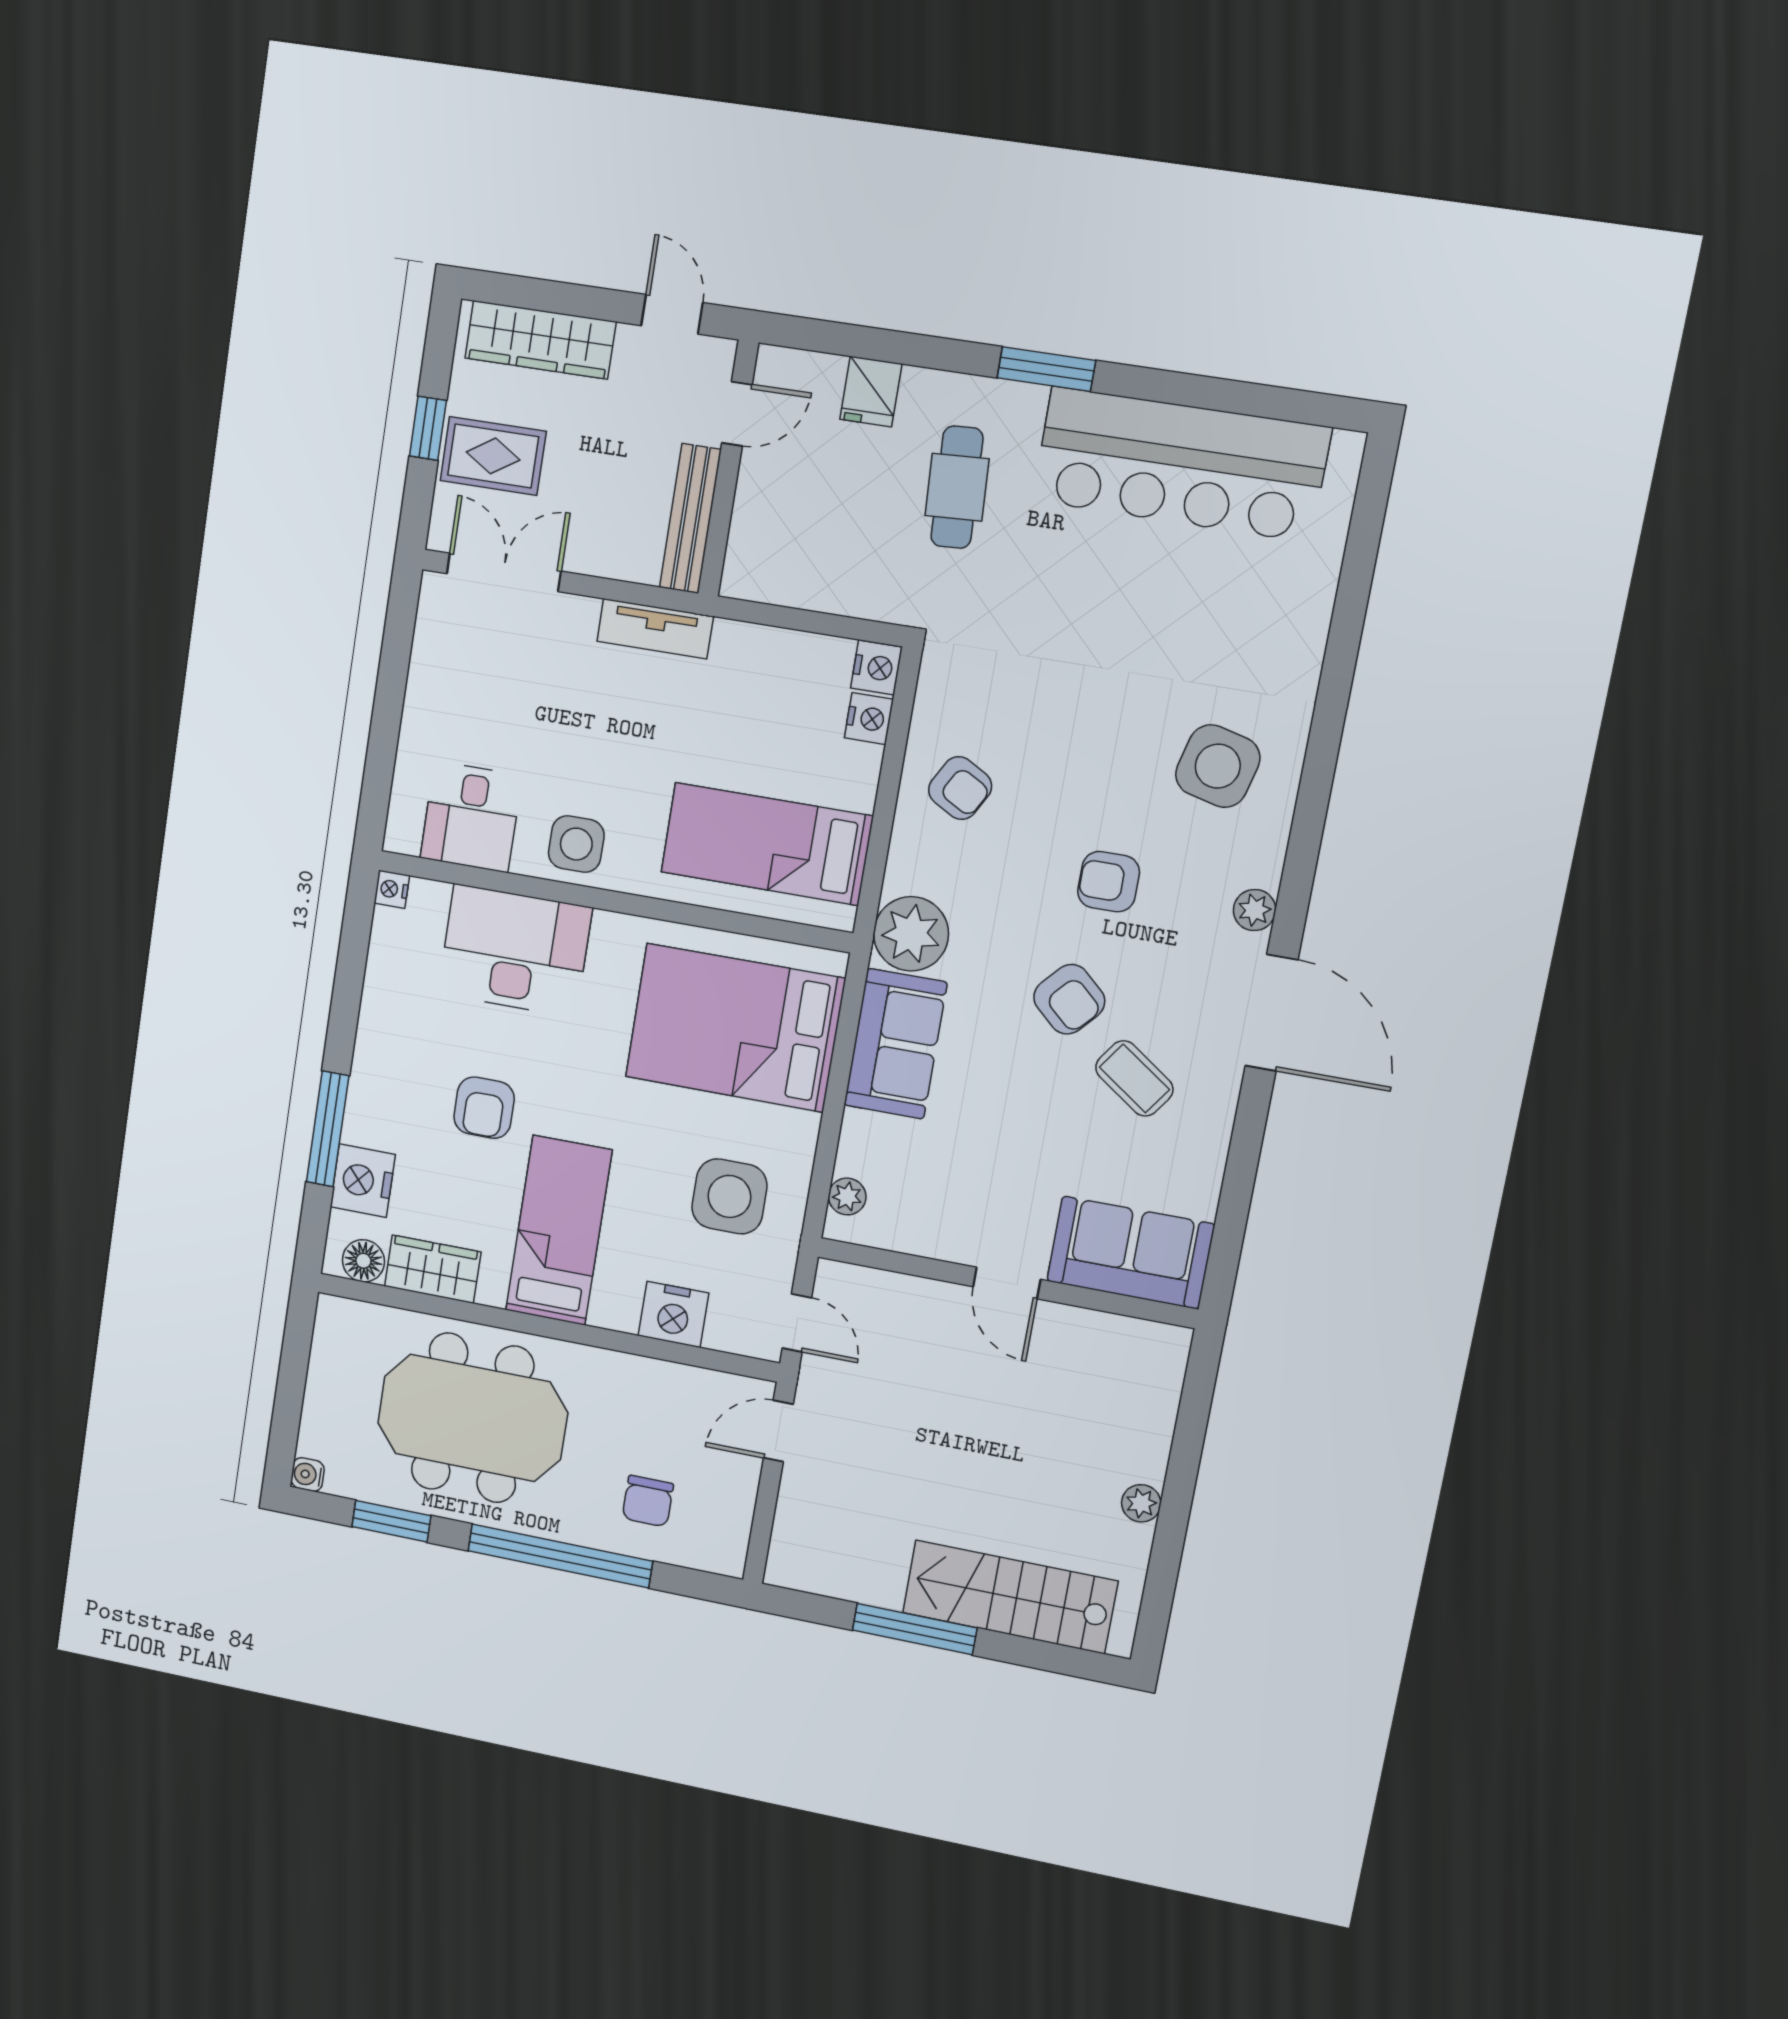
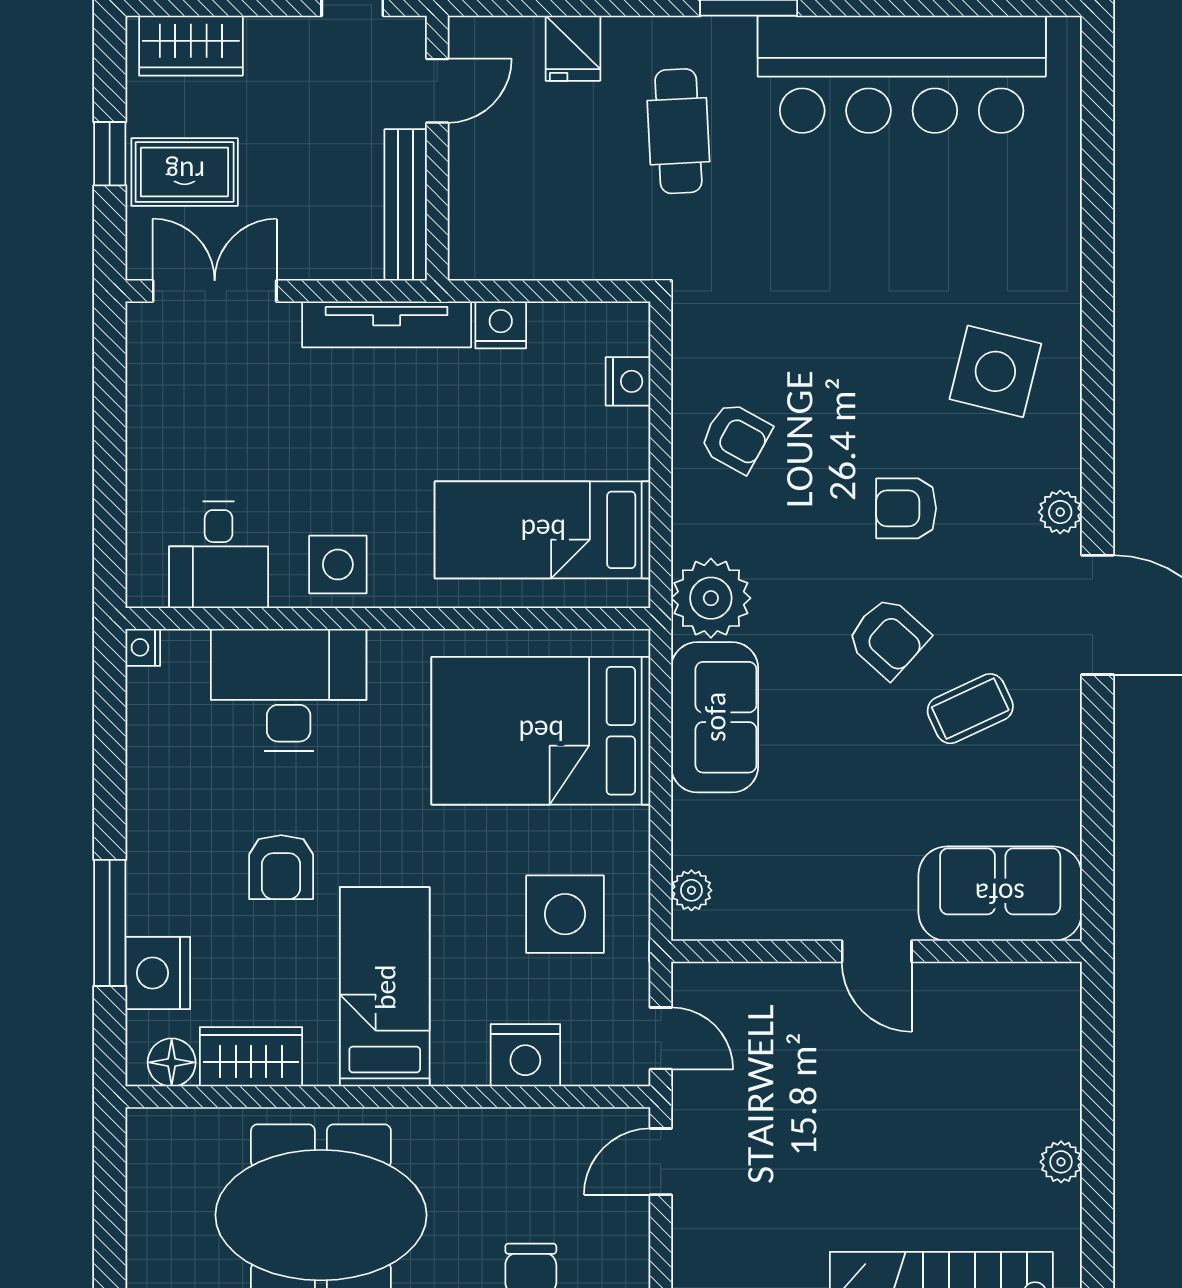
wardrobe: (540, 340) -> (191, 46), width x0.67
tv unit: (655, 629) -> (387, 324), width x1.41
nightstand: (876, 668) -> (501, 325), moved, turned -90
coffee table: (1134, 1078) -> (970, 709), turned -60

